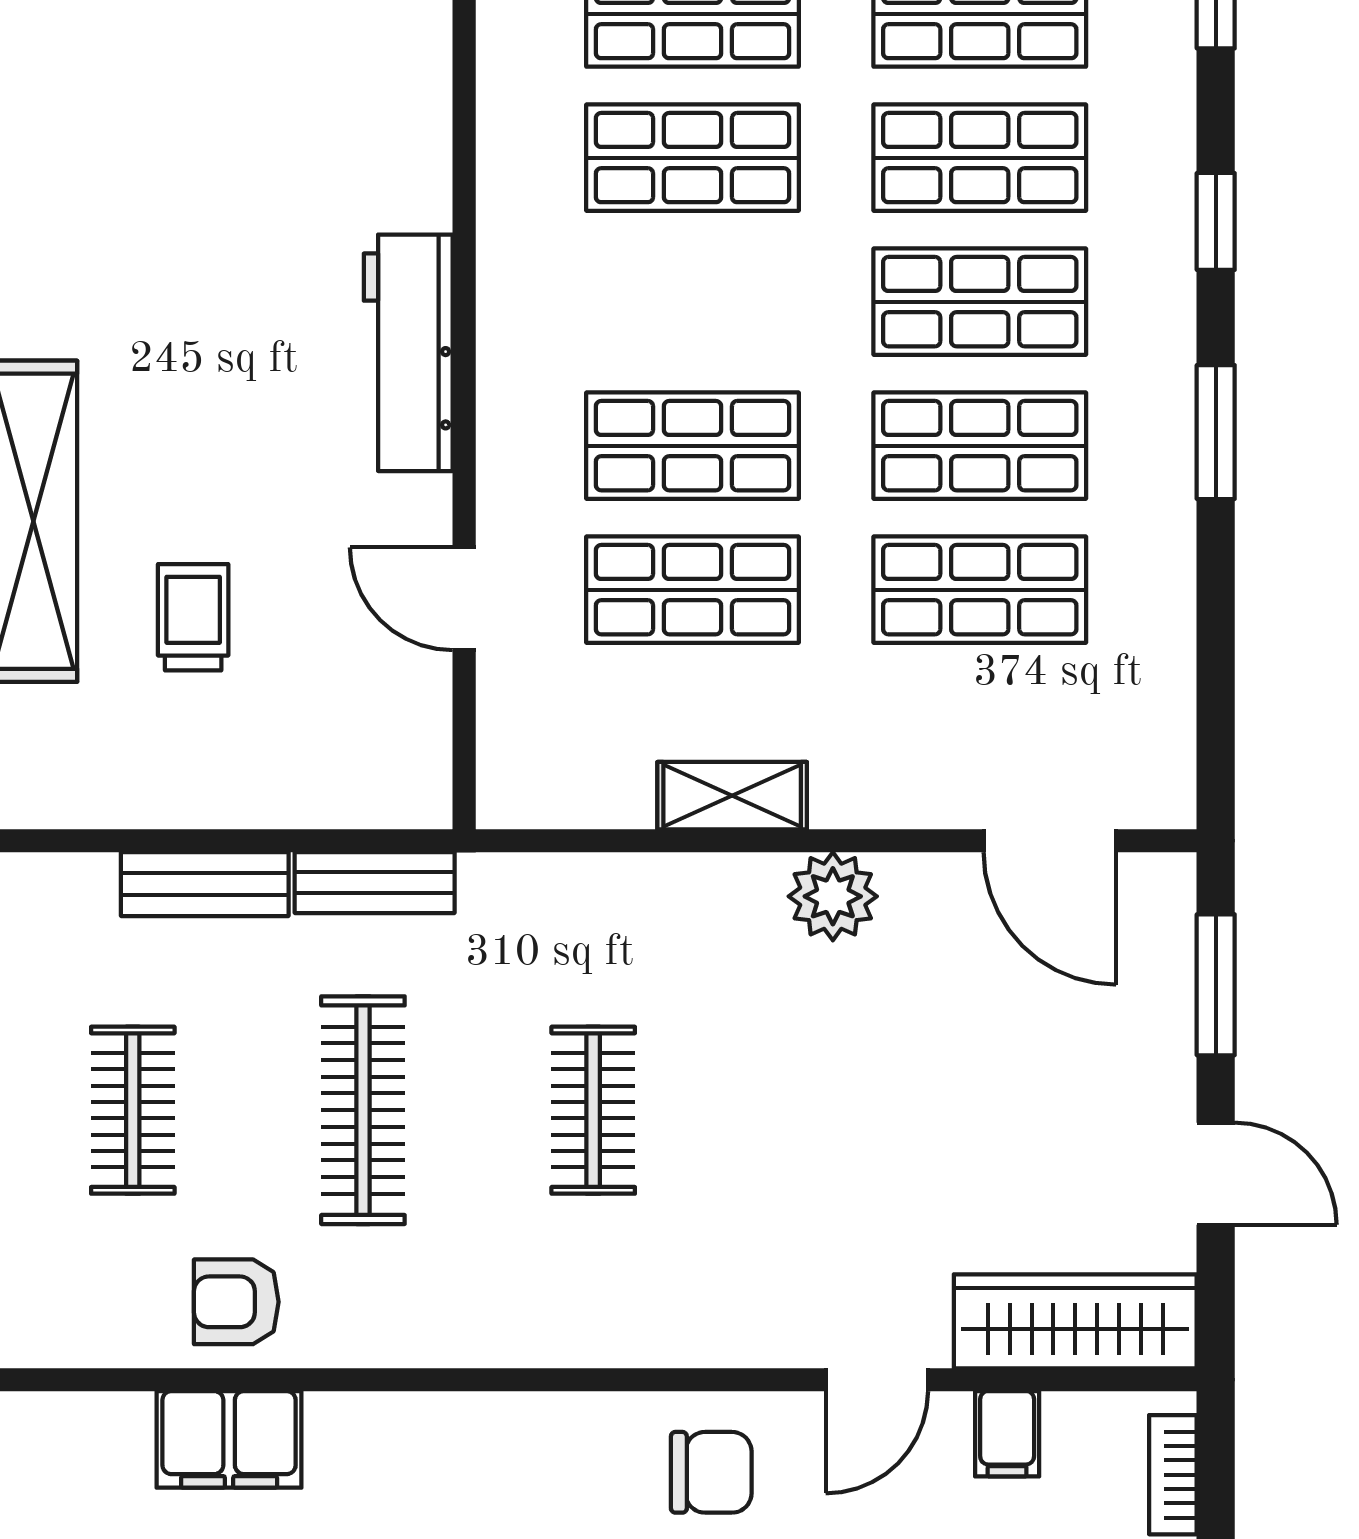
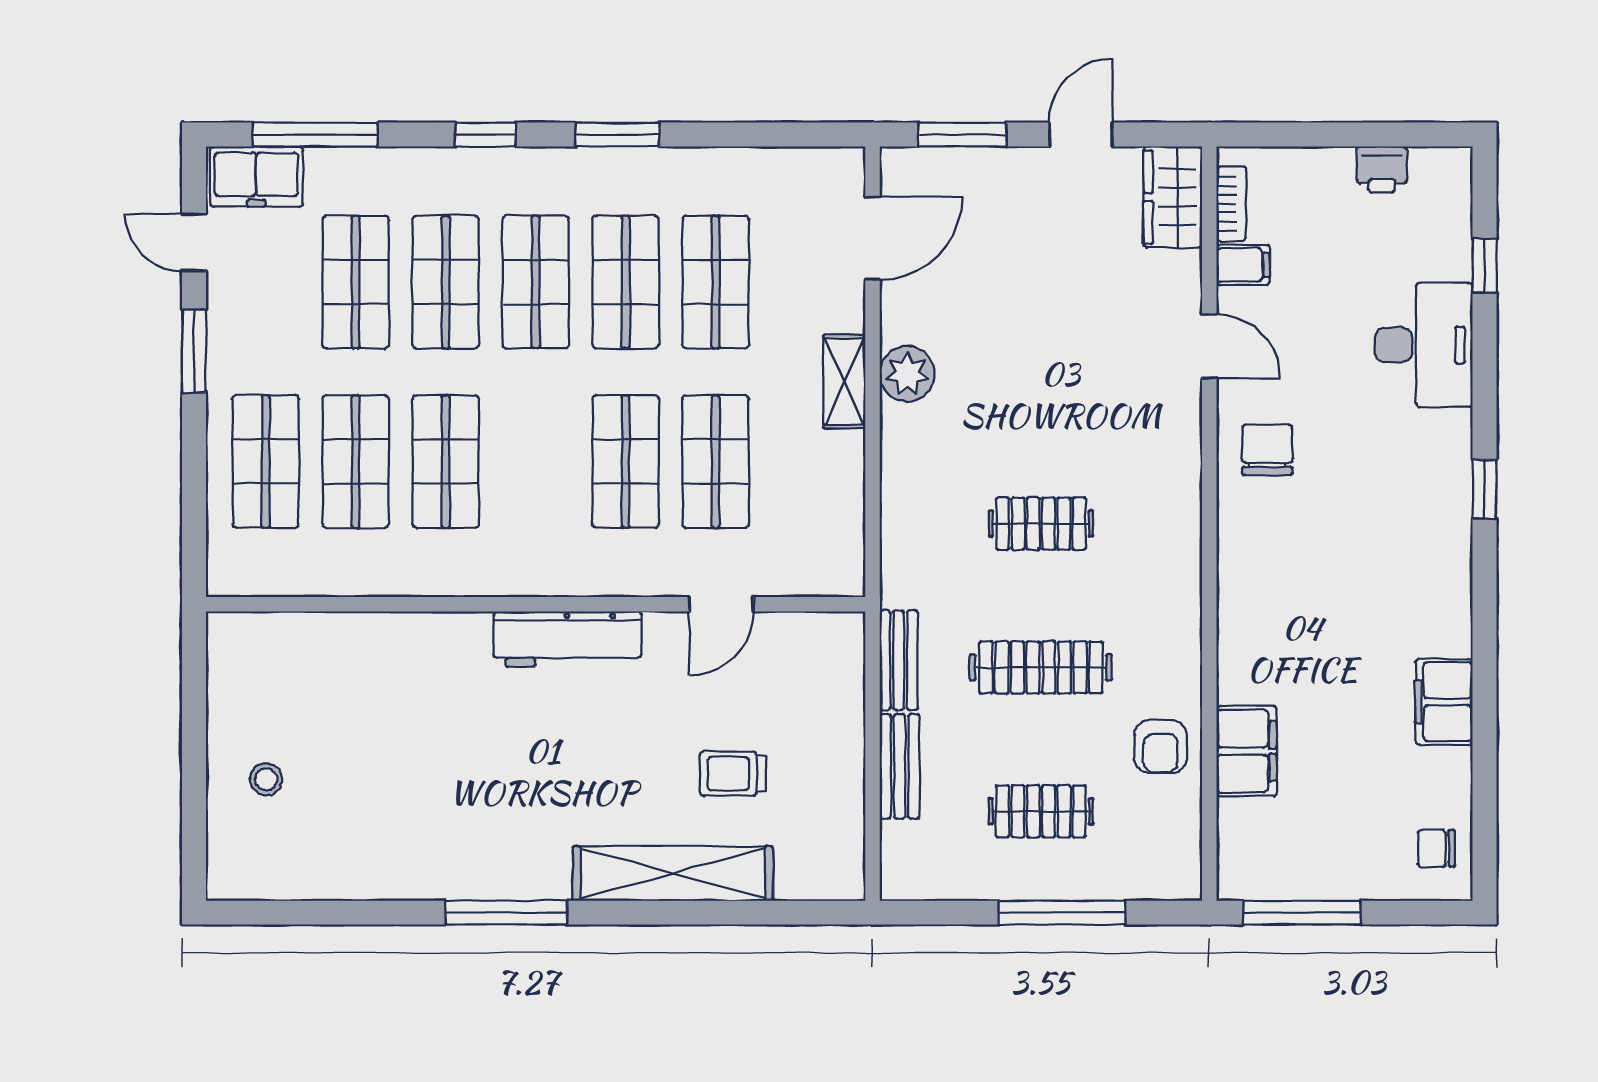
shelving: (732, 796) -> (844, 382), moved
wardrobe: (1075, 1321) -> (1173, 197), width x0.67
bookcase: (1173, 1475) -> (1231, 204), moved, turned -90

